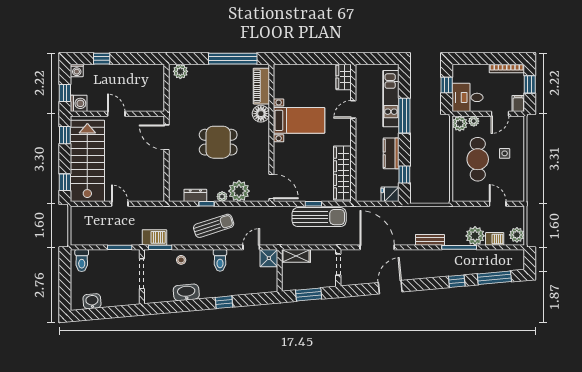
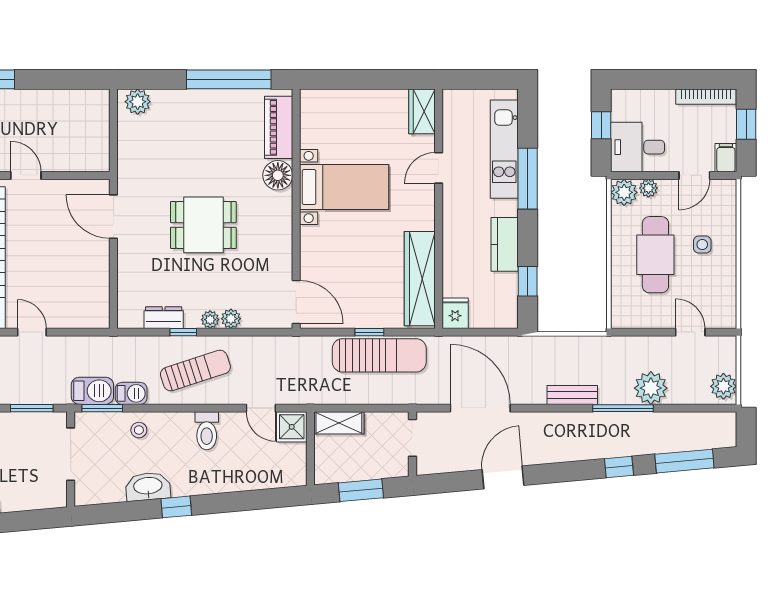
plant: (239, 191) -> (231, 319), width x0.53, depth x0.53
fridge: (390, 194) -> (455, 313), moved, turned 90
barbecue: (495, 239) -> (131, 393), moved
door: (251, 247) -> (261, 408), swing flipped
window: (224, 302) -> (176, 507), moved

